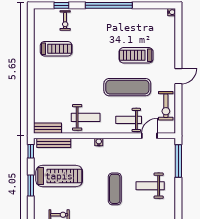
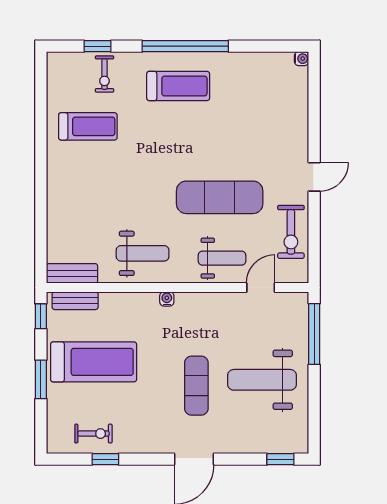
treadmill: (136, 55) -> (178, 86), moved, turned 180
weight bench: (129, 120) -> (222, 258), turned 180
bench: (54, 143) -> (75, 301), width x0.73
weight bench: (150, 186) -> (262, 380), width x1.36, depth x1.33

